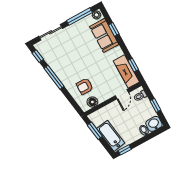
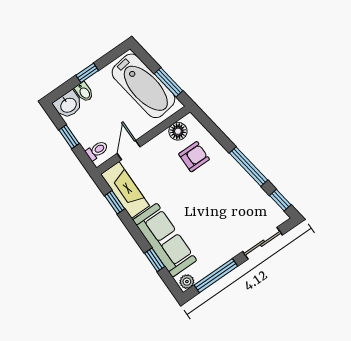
sofa: (104, 35) -> (165, 240), width x1.36
bathtub: (111, 136) -> (143, 86), width x1.36, depth x1.36
window: (125, 150) -> (87, 73), moved

